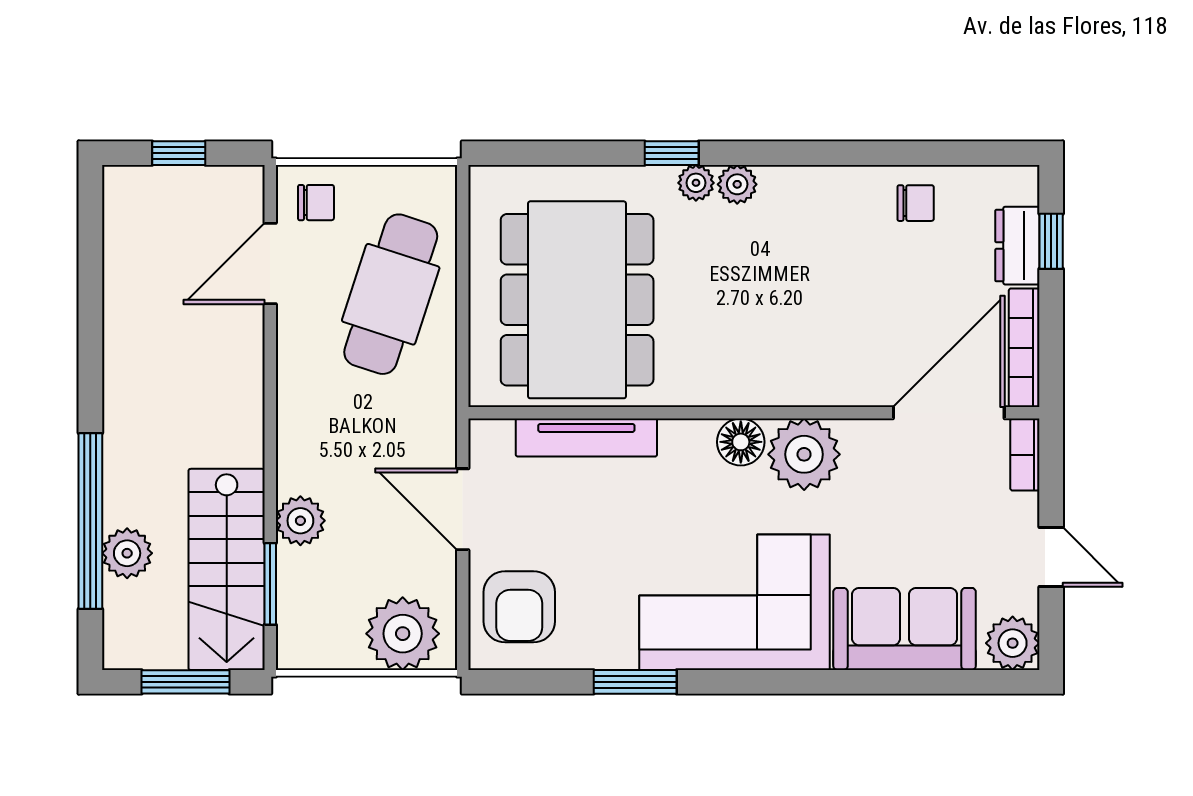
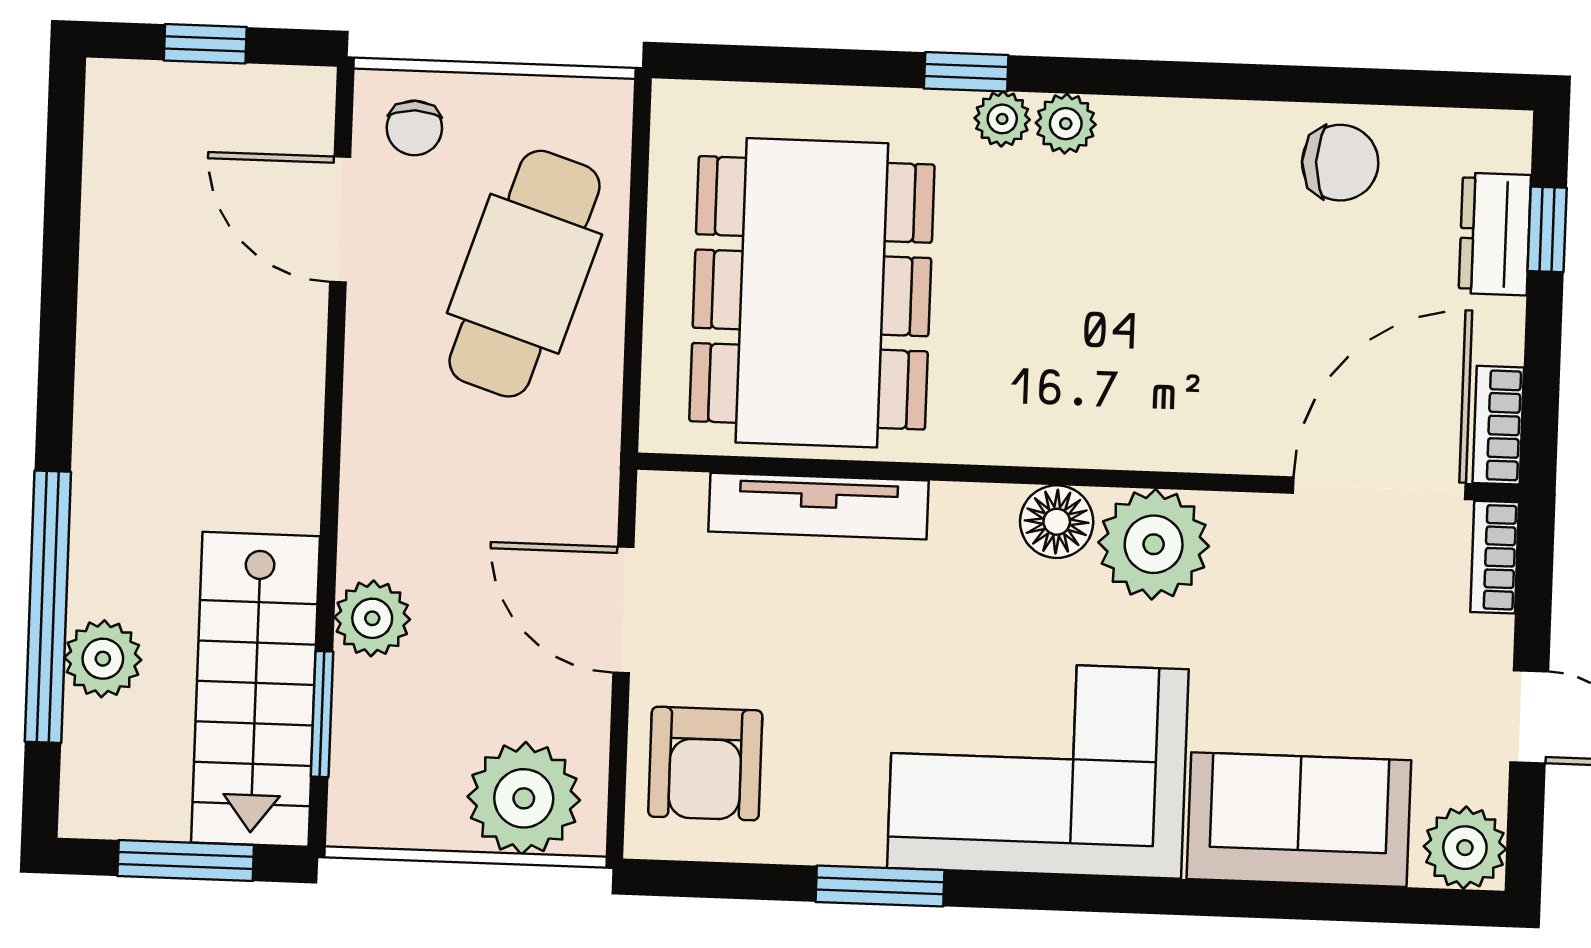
chair: (316, 203) -> (414, 128), turned 90
chair: (916, 203) -> (1340, 163), width x1.37, depth x1.37
door: (270, 264) -> (340, 219), hinge flipped
bookcase: (1024, 348) -> (1498, 425), width x0.64

